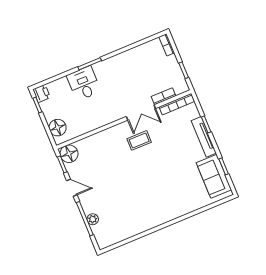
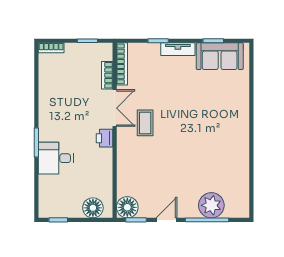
printer: (42, 93) -> (105, 138), moved, turned -90
tv unit: (204, 137) -> (178, 49), width x0.71
plant: (93, 219) -> (211, 205), width x1.88, depth x1.88

